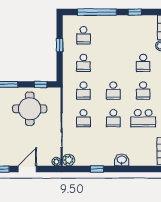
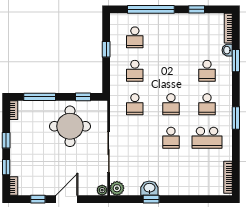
school desk: (83, 118) -> (135, 138), removed
washbasin: (122, 160) -> (149, 188), moved

